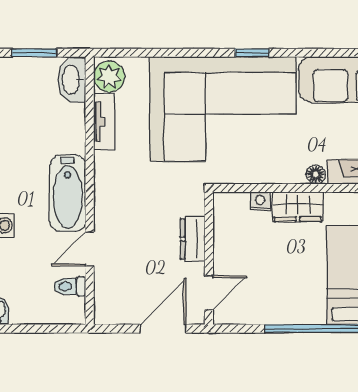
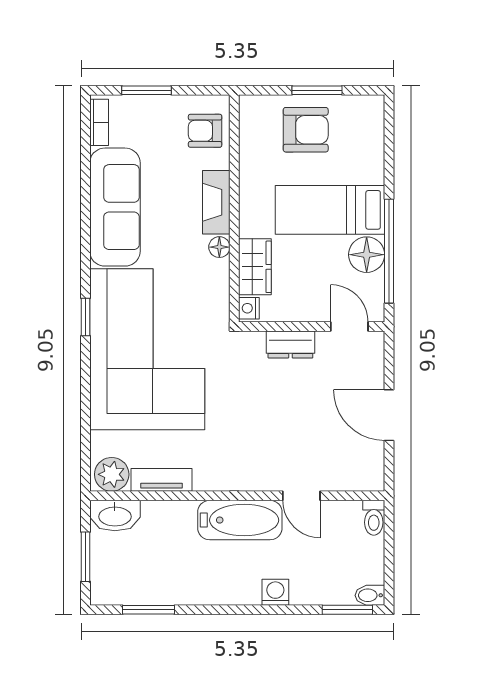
dresser: (193, 239) -> (290, 345), moved
wall: (209, 258) -> (312, 327), moved
toilet: (70, 286) -> (374, 518), moved
door: (209, 293) -> (349, 327), moved
floor lamp: (309, 308) -> (367, 255), added

